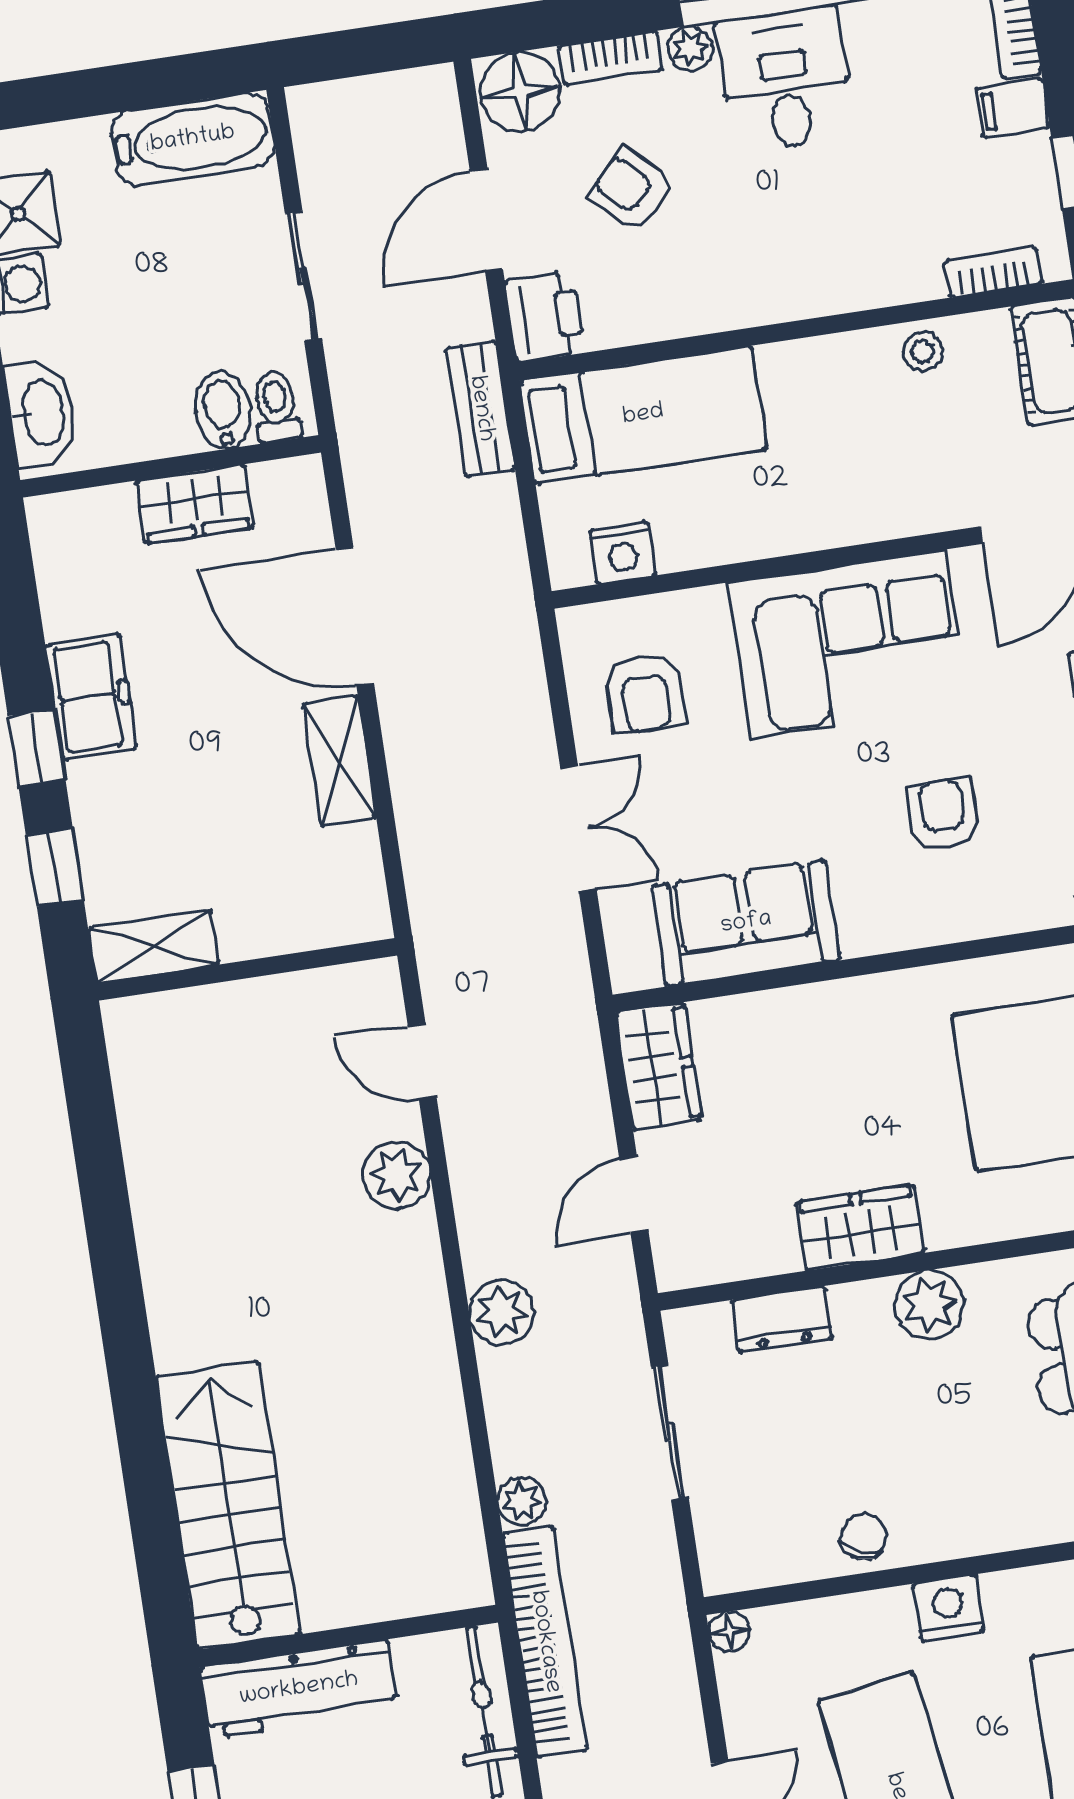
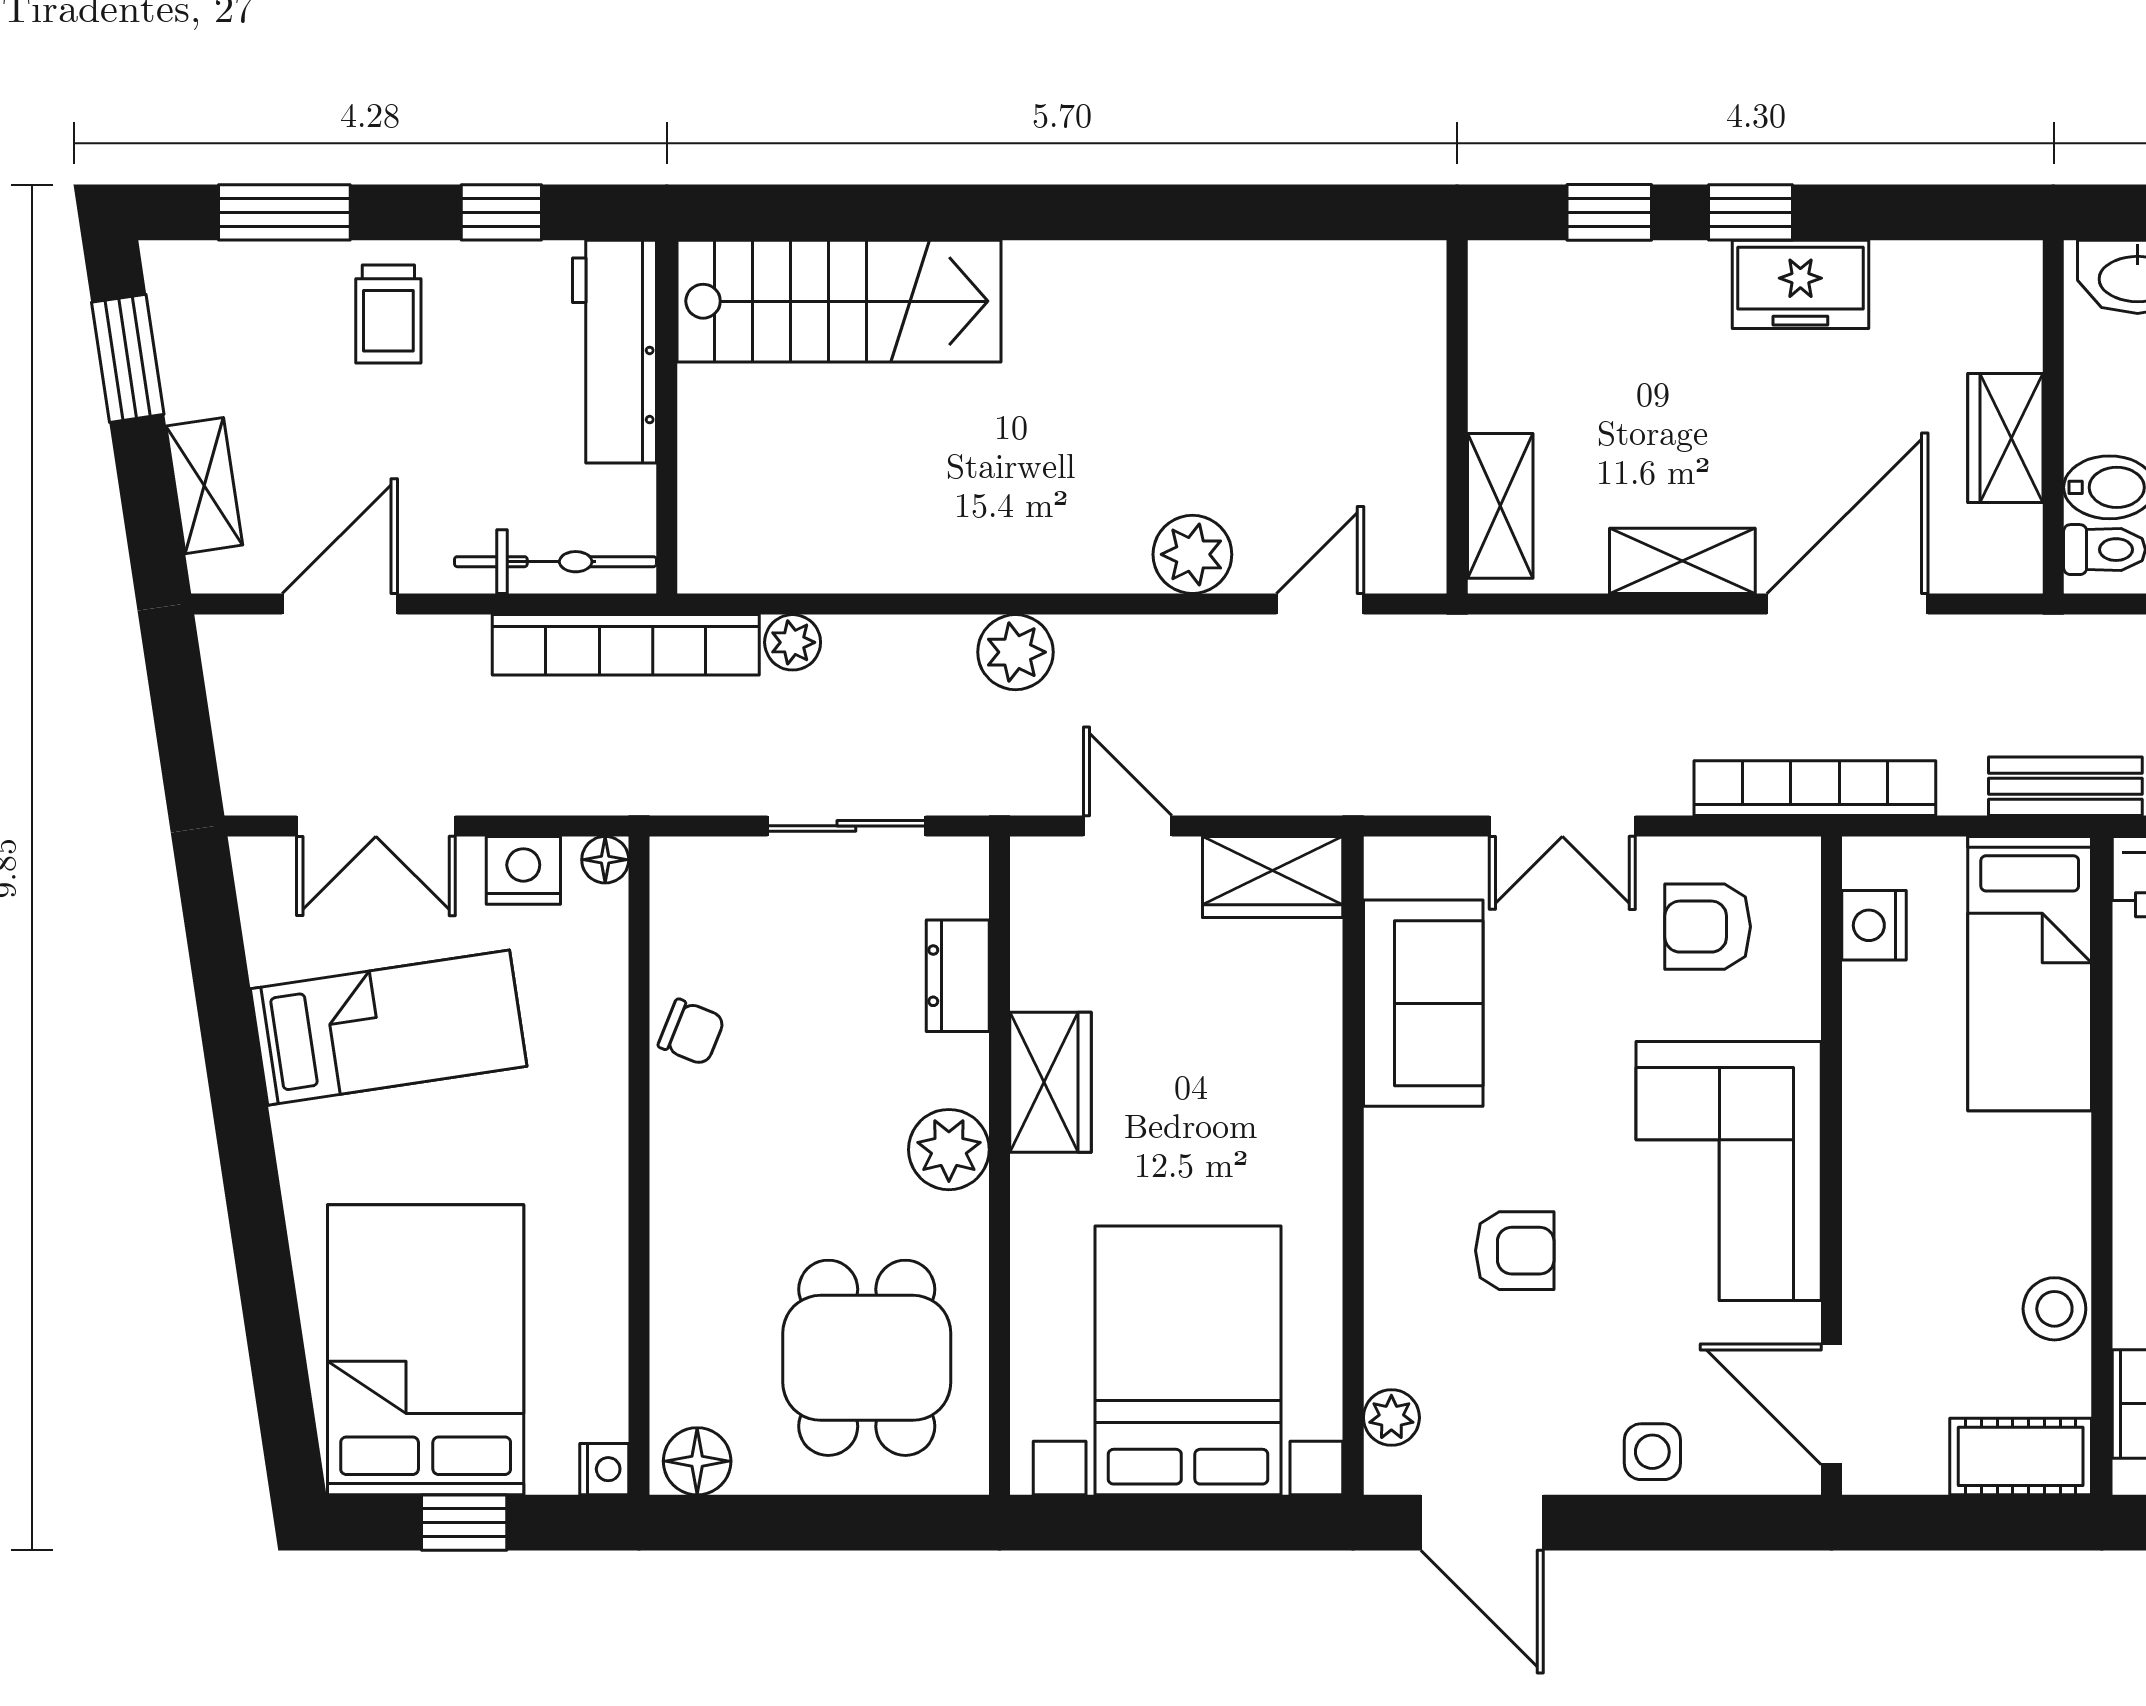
stool: (923, 352) -> (2054, 1309), width x1.37, depth x1.37
bookcase: (514, 620) -> (1815, 788), added
shelving: (153, 946) -> (1500, 506), moved
nightstand: (948, 1608) -> (523, 870), moved, turned -90

